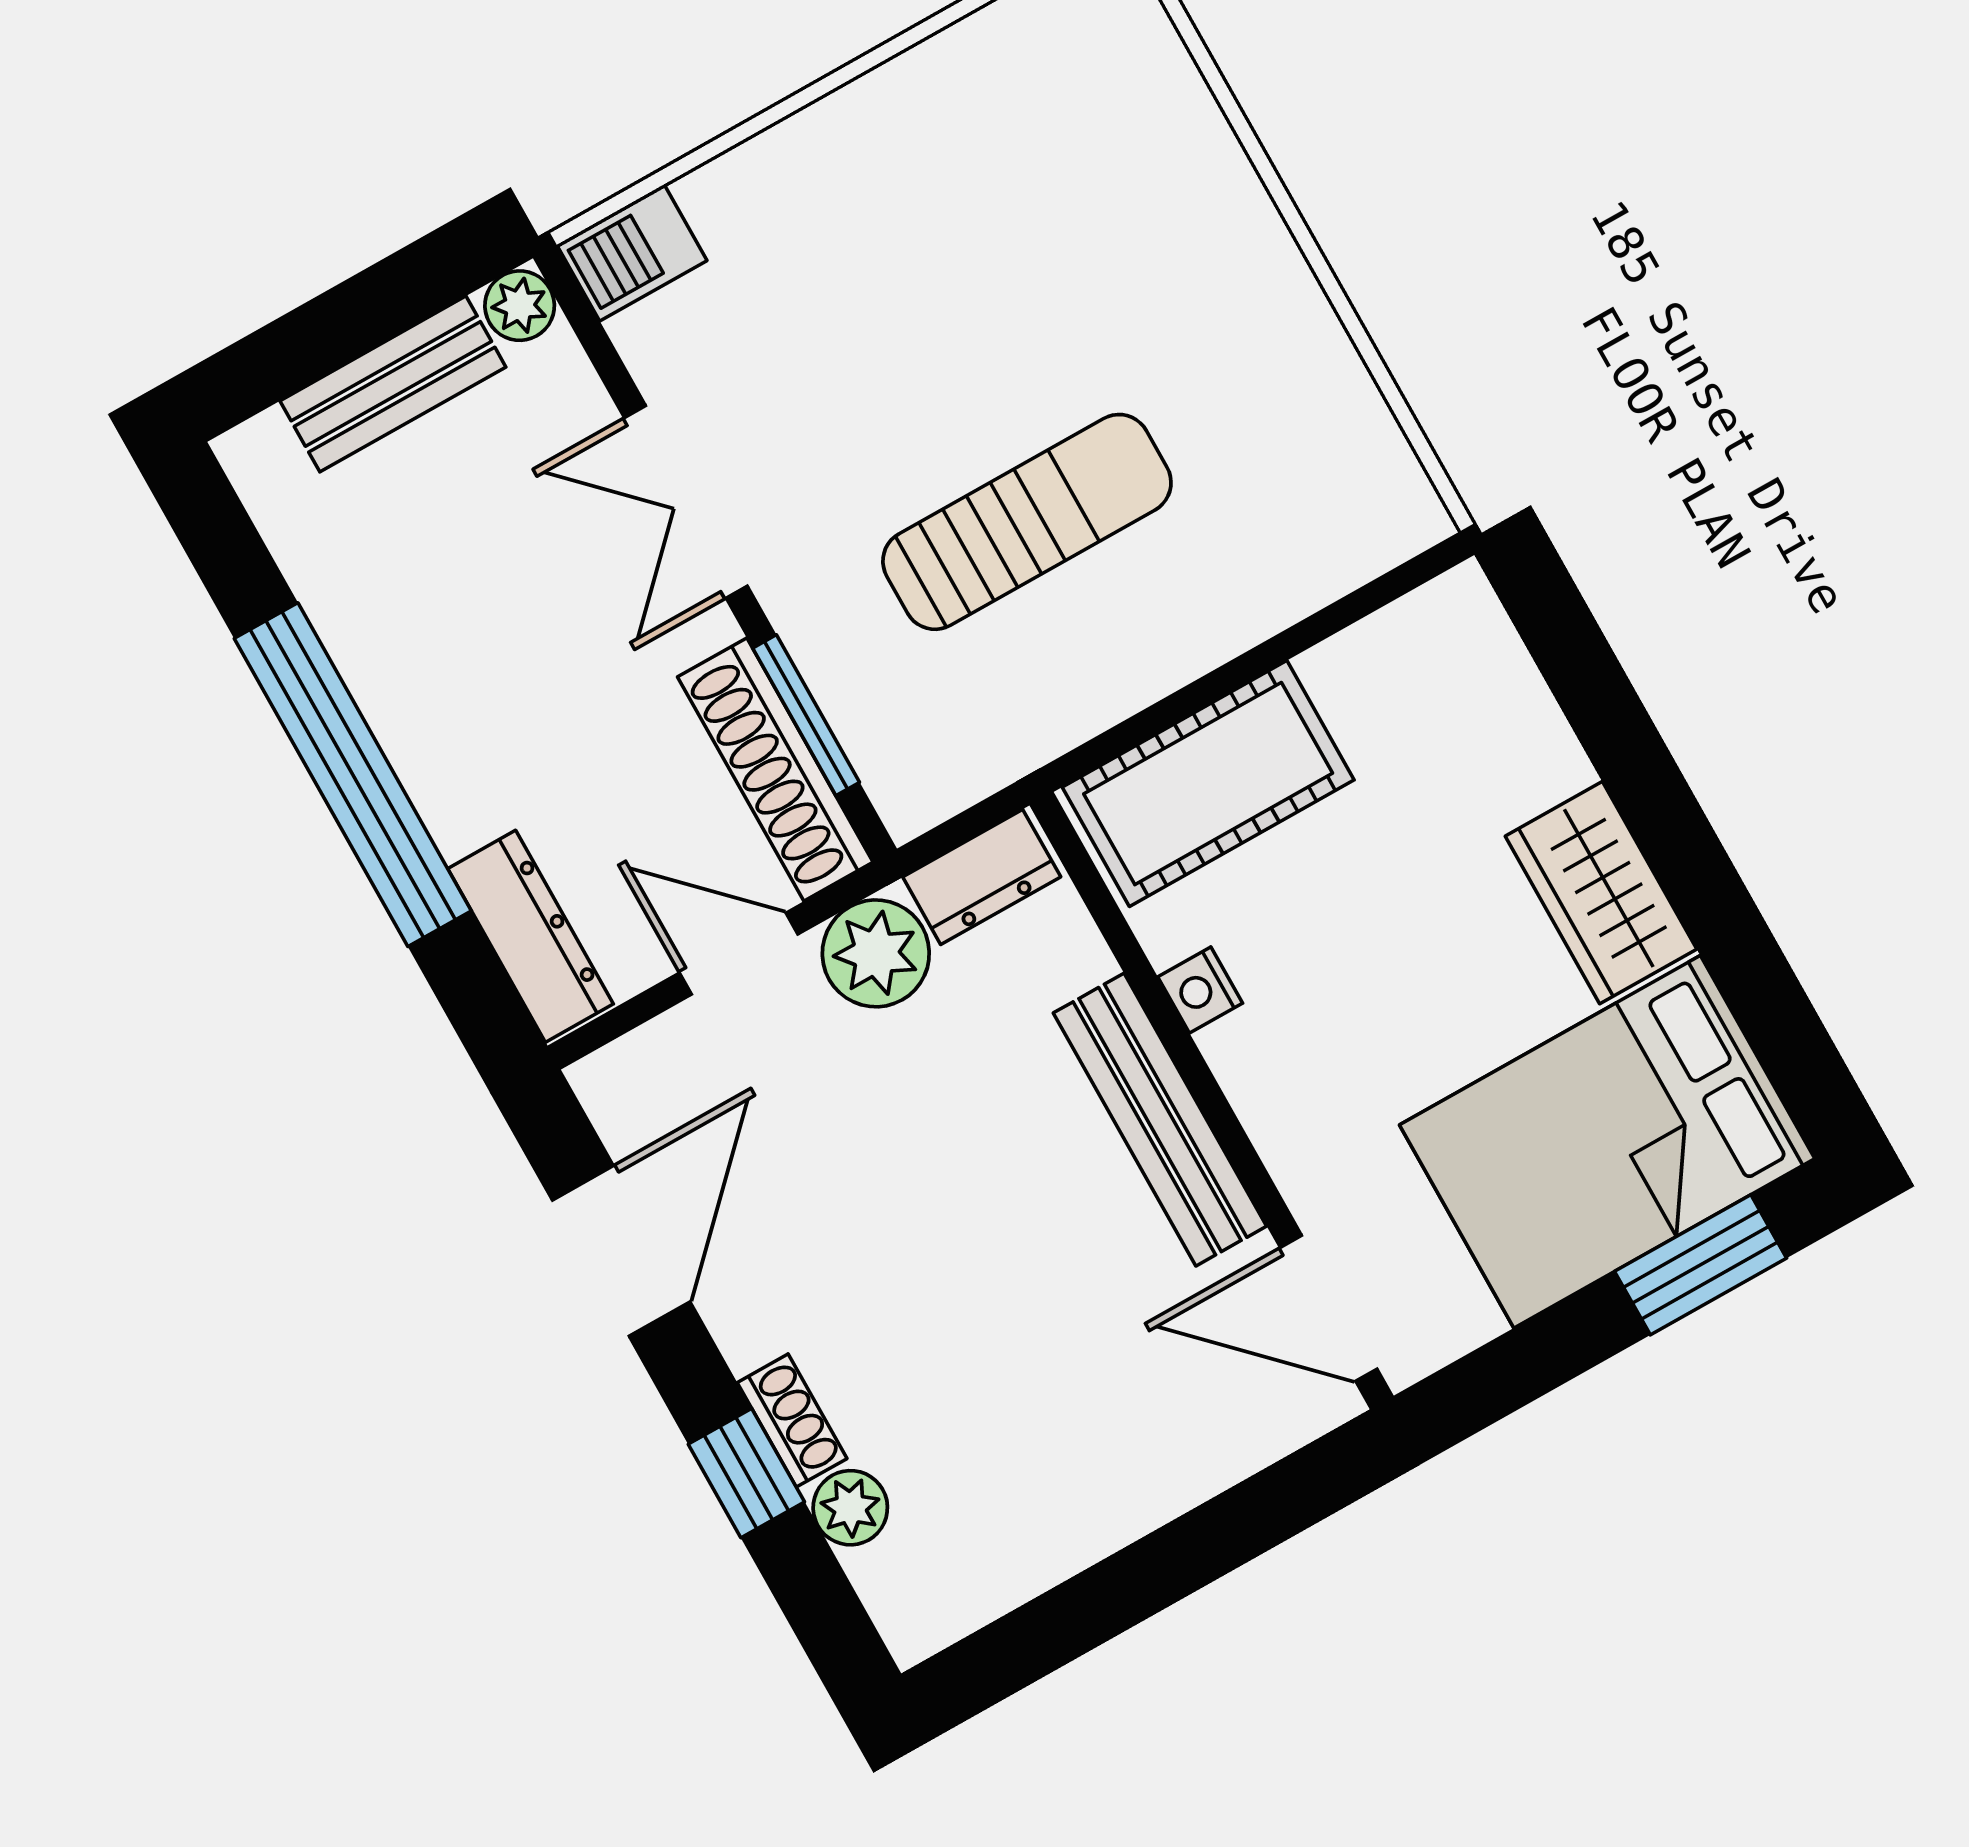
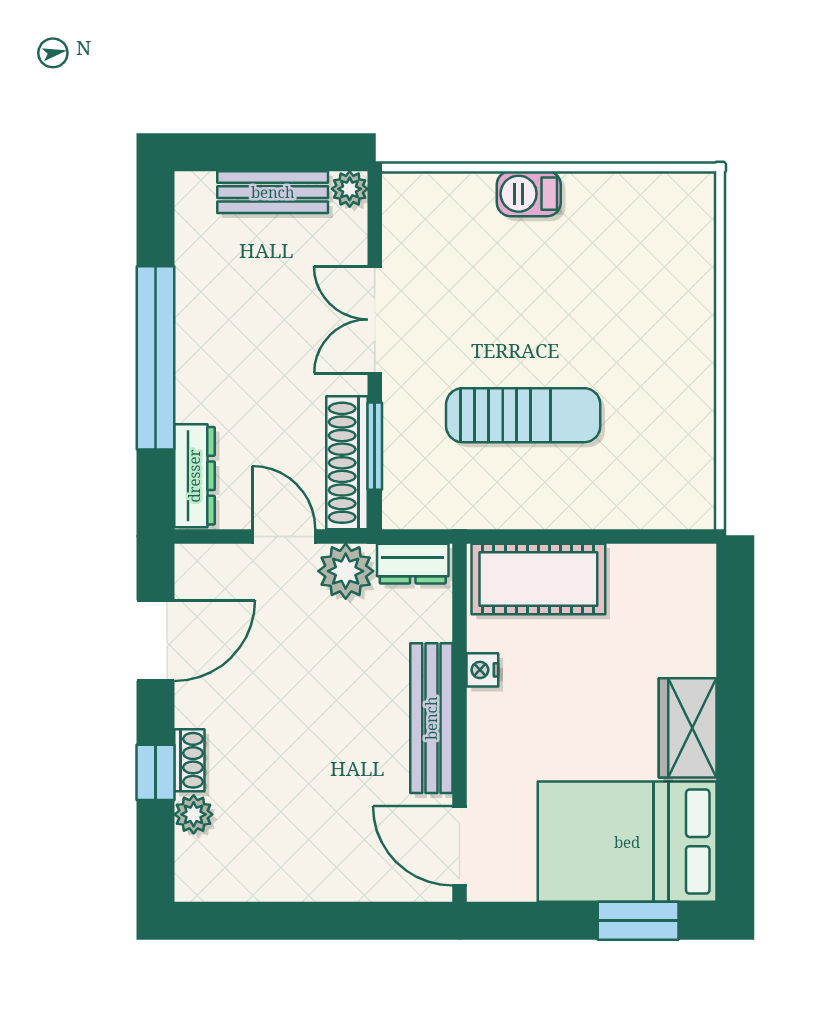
barbecue: (632, 253) -> (529, 194), moved

